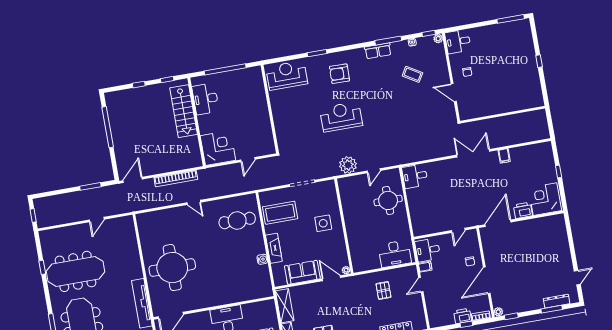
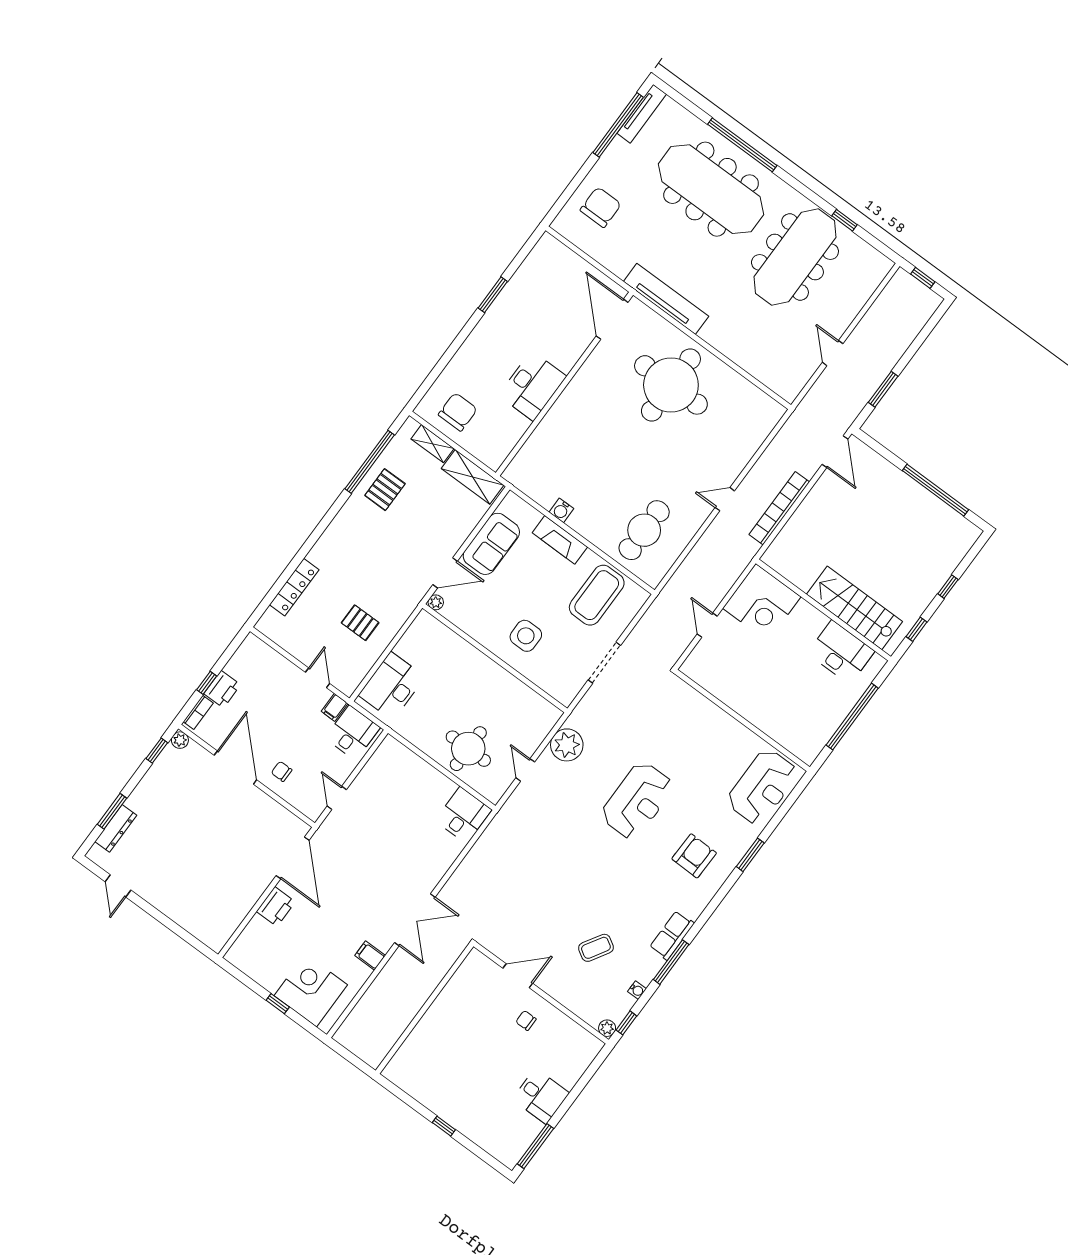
desk: (458, 41) -> (541, 1096), moved, turned 90
corner desk: (545, 199) -> (311, 990), moved, turned -90

